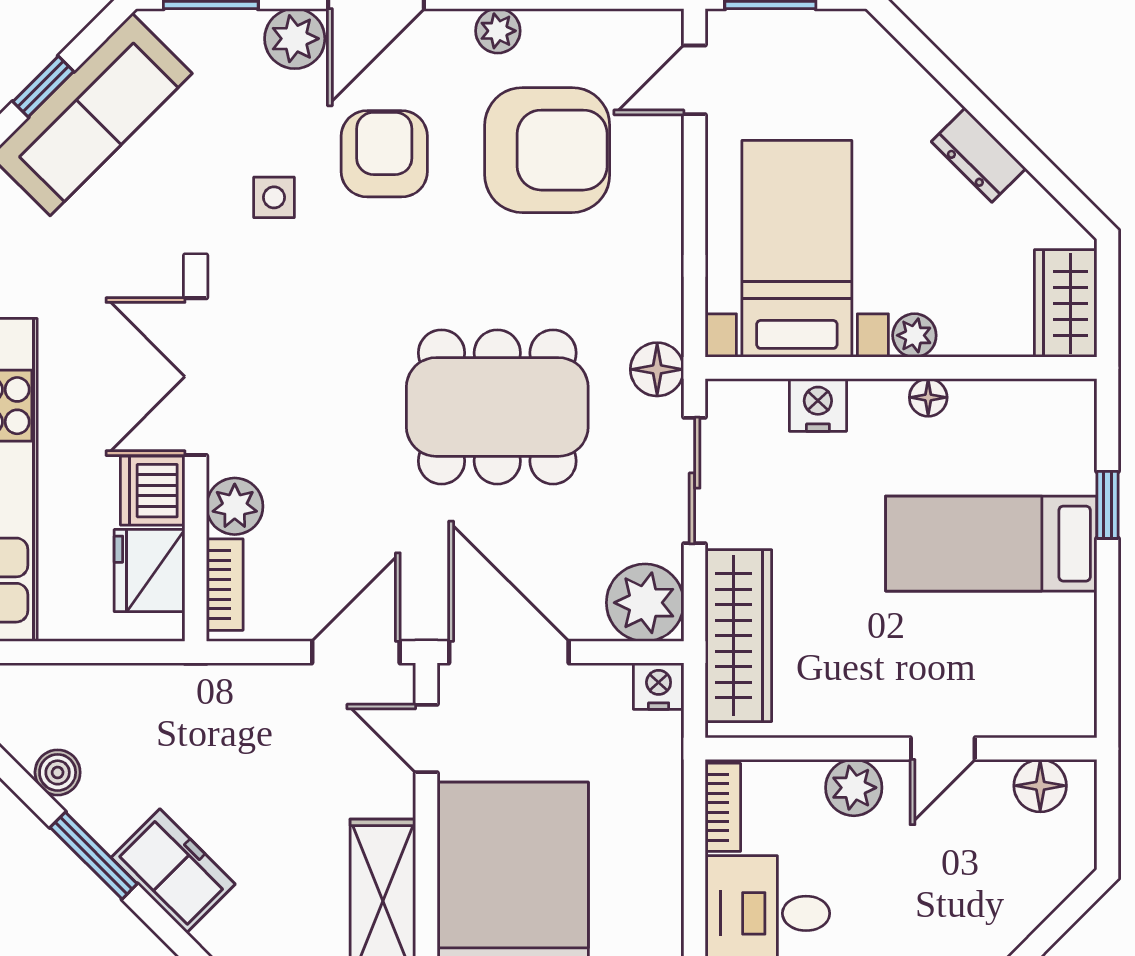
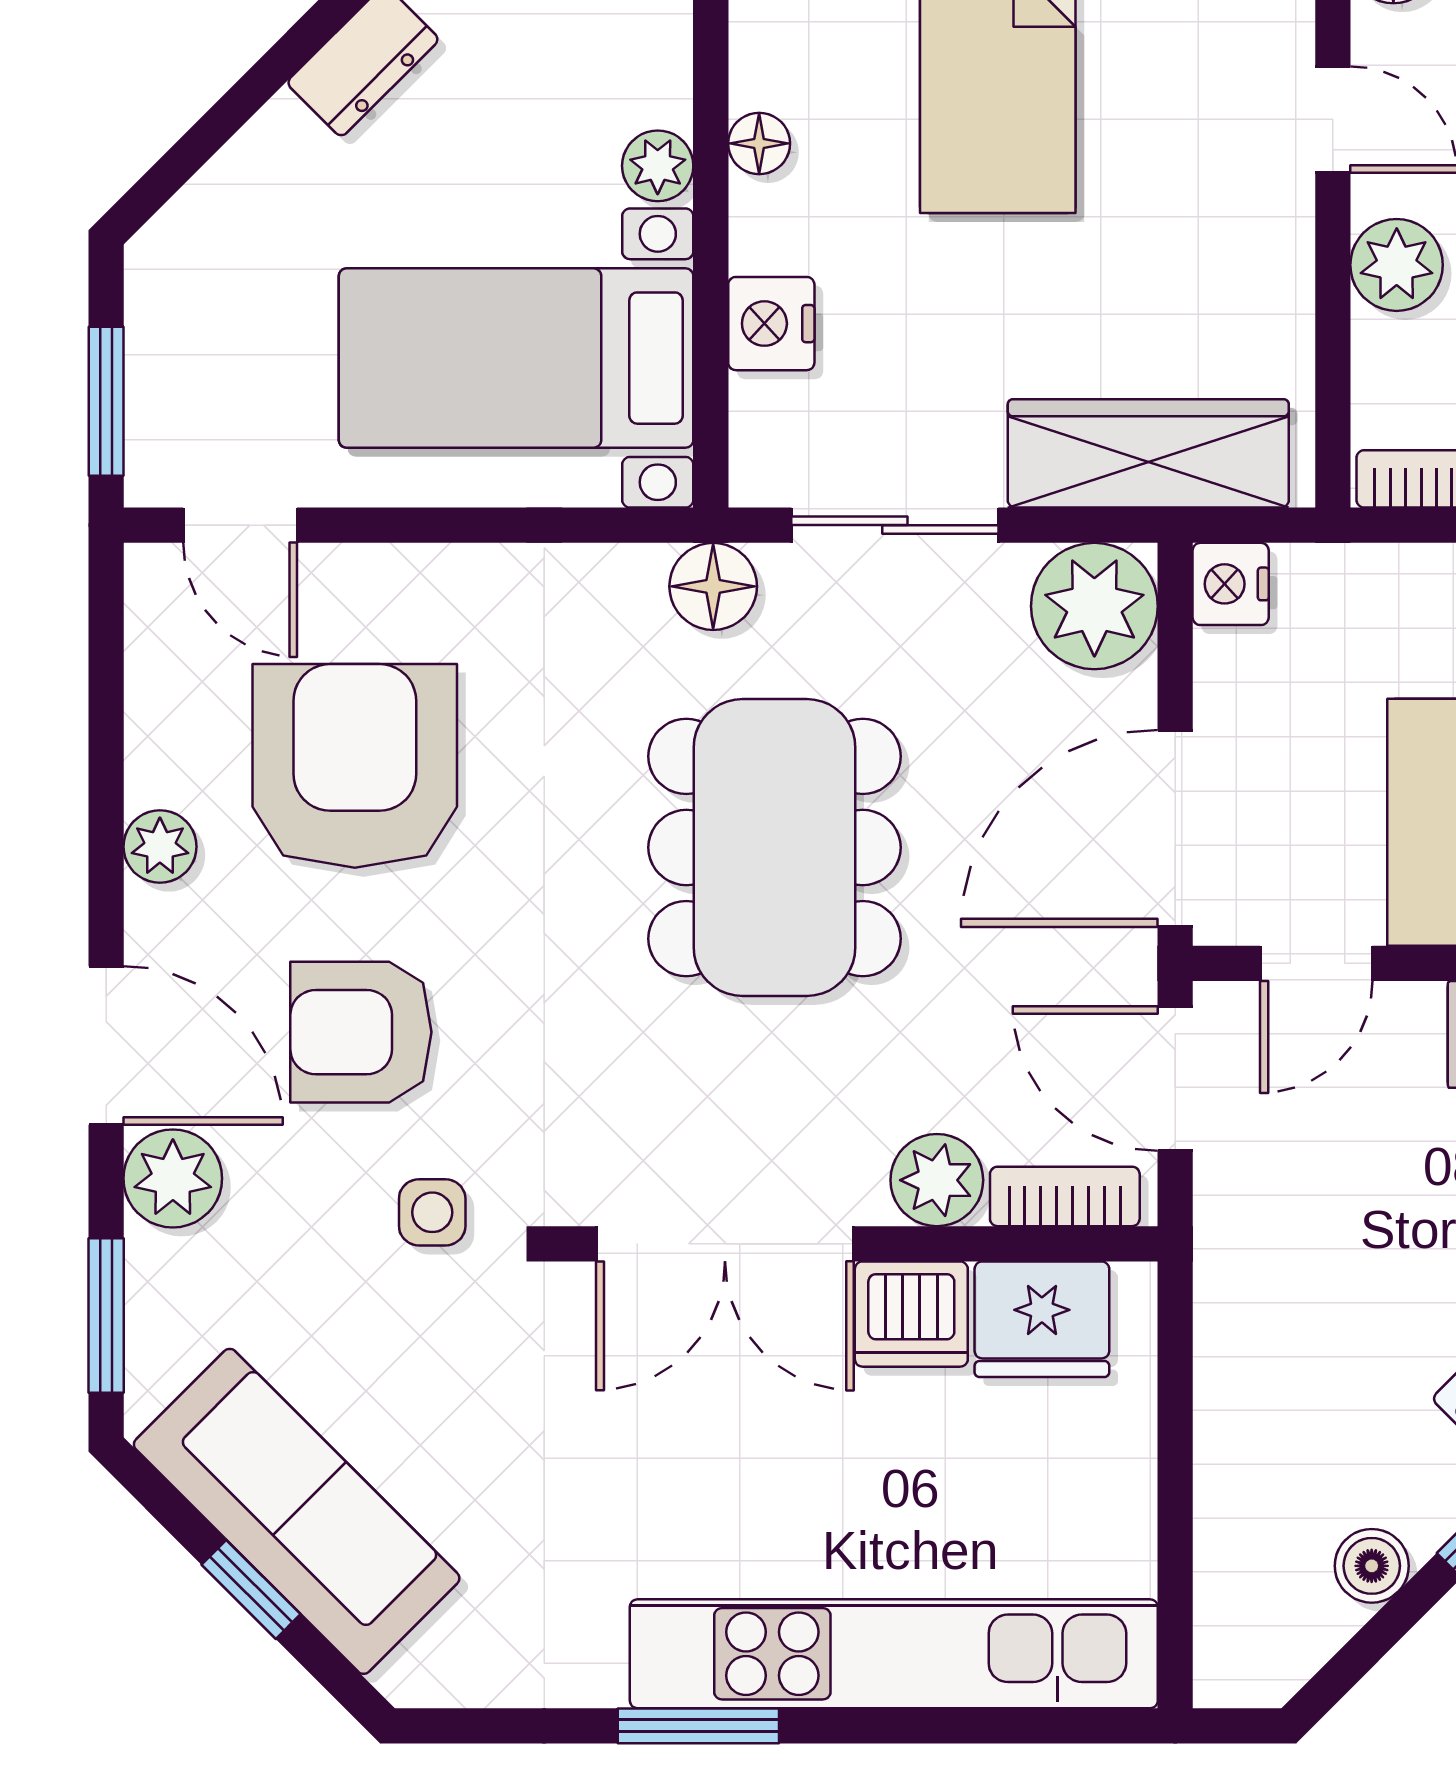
double door: (196, 377) -> (725, 1244), moved
wall: (196, 459) -> (860, 1244), moved
dishwasher: (153, 491) -> (911, 1314), moved
plant: (235, 506) -> (937, 1180), moved
fridge: (150, 571) -> (1042, 1319), moved
bookcase: (225, 585) -> (1065, 1196), moved

